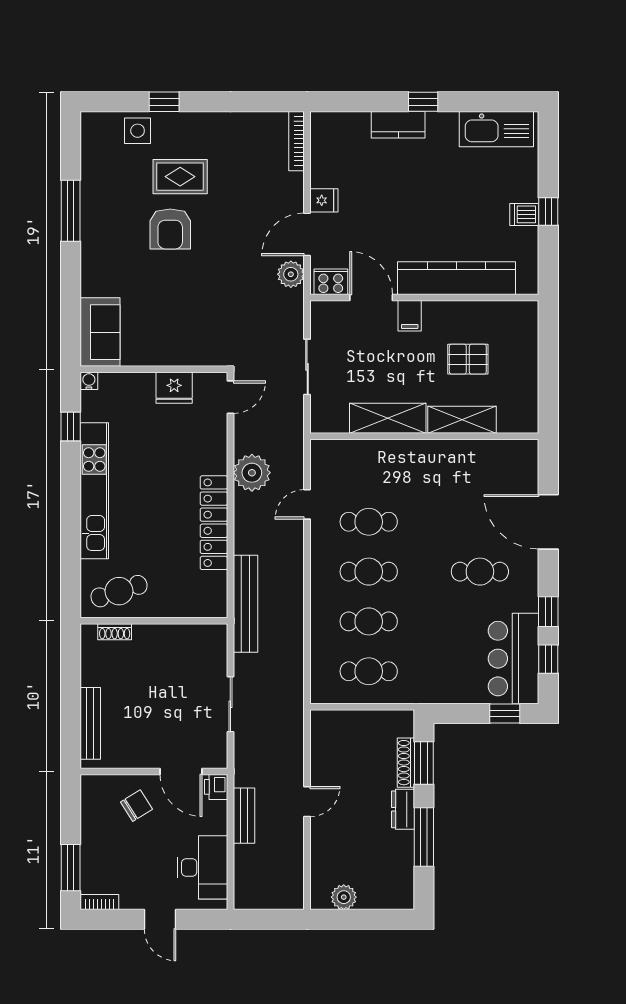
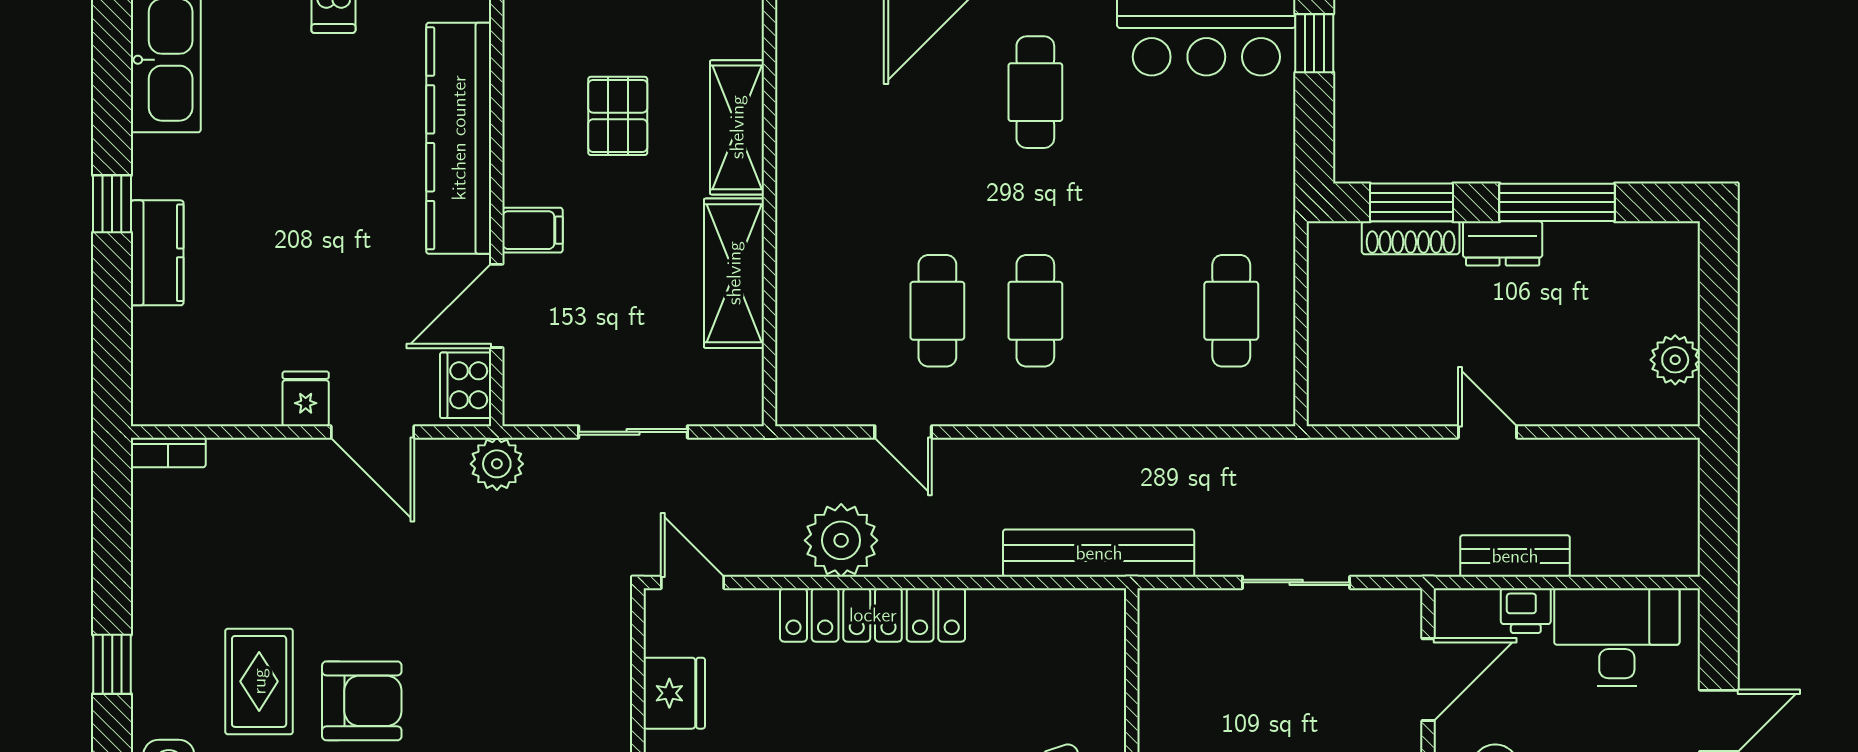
window: (164, 102) -> (112, 664), moved
bookcase: (297, 141) -> (168, 452), width x0.64
plant: (291, 274) -> (497, 464), moved
locker: (214, 523) -> (873, 615), moved
cafe table: (369, 621) -> (1133, 311), removed
printer: (216, 787) -> (1526, 611), moved

